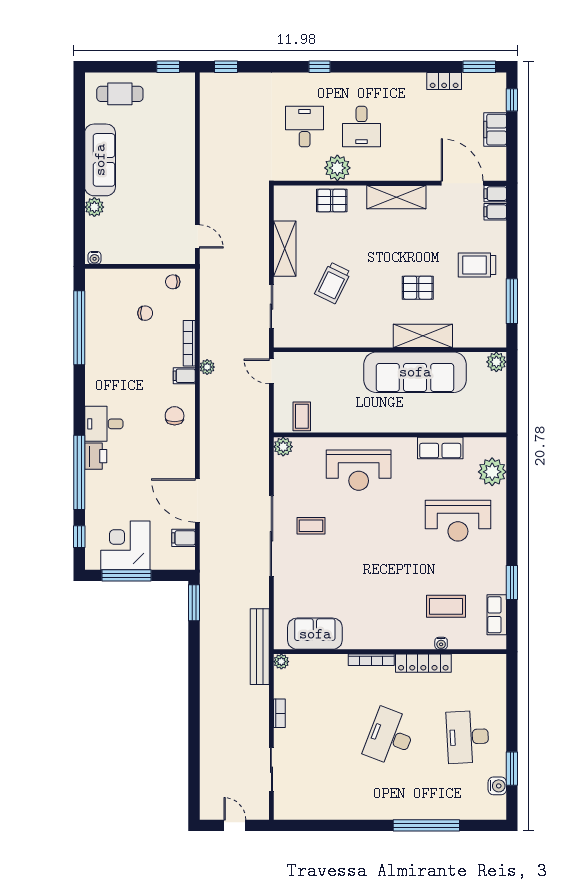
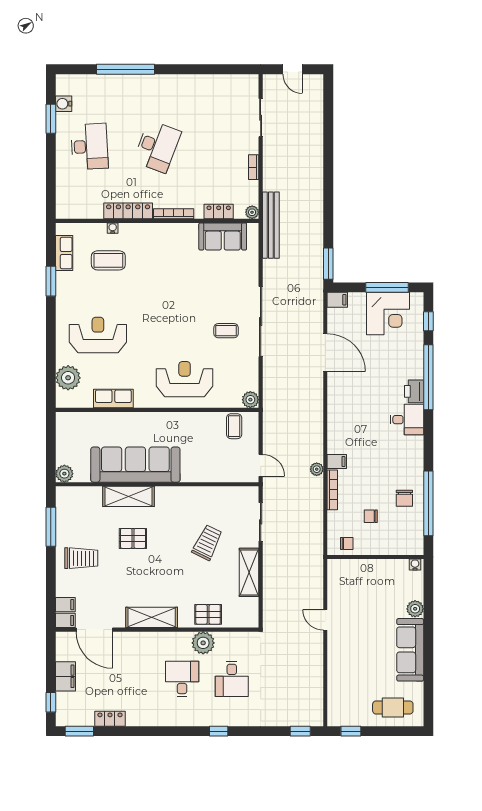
door: (197, 236) -> (325, 620), moved
chair: (175, 416) -> (404, 498), moved
filing cabinet: (184, 538) -> (337, 300), moved
locker: (320, 662) -> (219, 212), added

